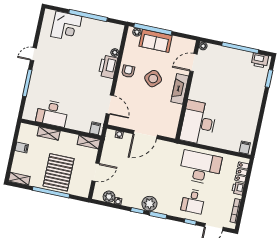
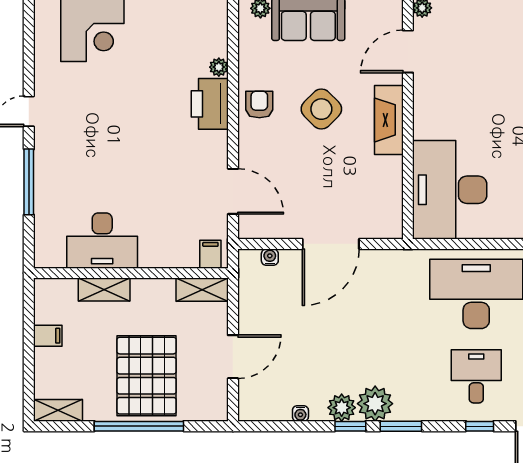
plant: (109, 197) -> (342, 408), moved
desk: (193, 201) -> (476, 376), turned 180

